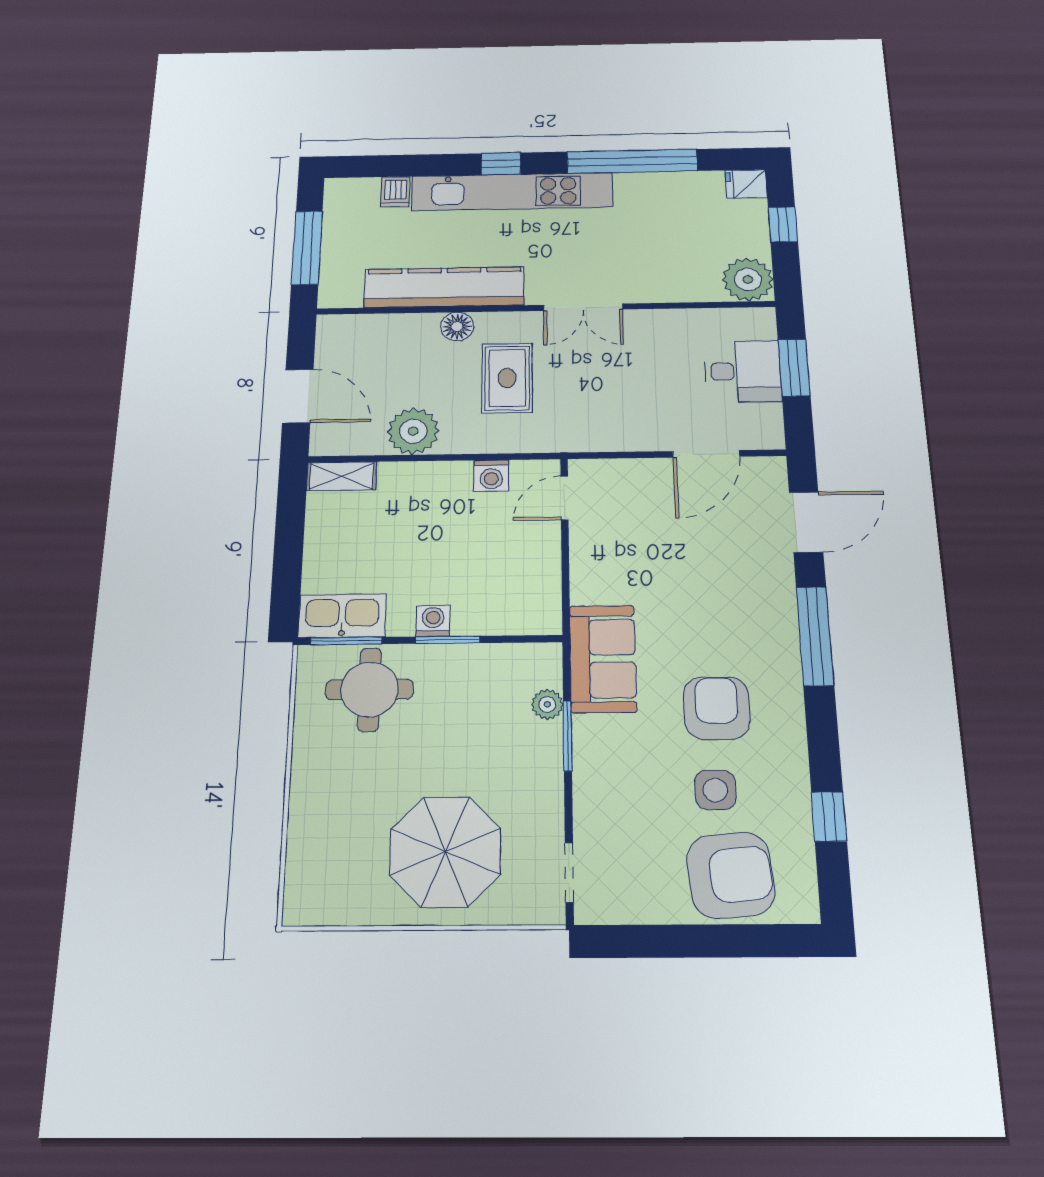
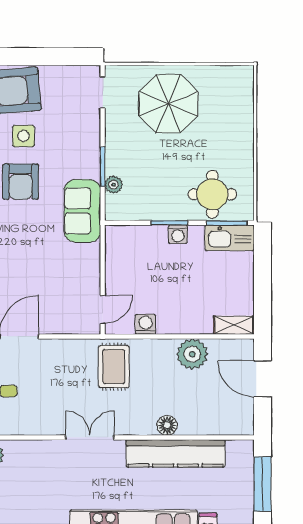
rug: (507, 378) -> (114, 367), moved

